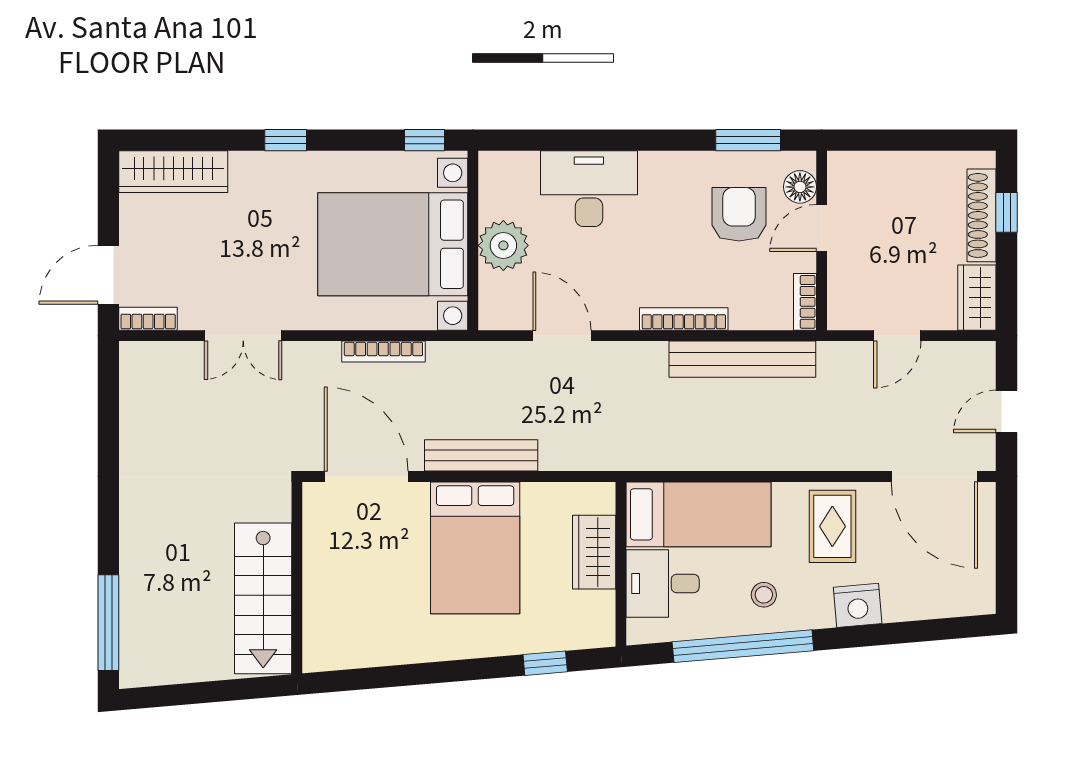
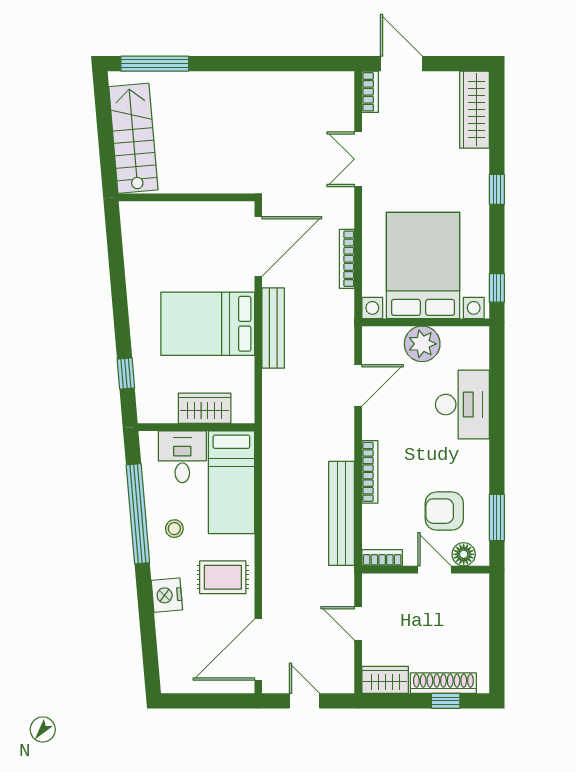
armchair: (739, 214) -> (444, 511), turned 180
stairs: (263, 598) -> (133, 138), moved, turned 85

